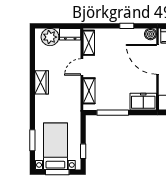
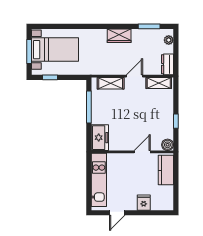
plant: (50, 37) -> (169, 40), width x0.53, depth x0.53
door: (157, 59) -> (142, 152), width x0.53
door: (82, 67) -> (135, 76), hinge flipped
window: (32, 140) -> (149, 26), moved

